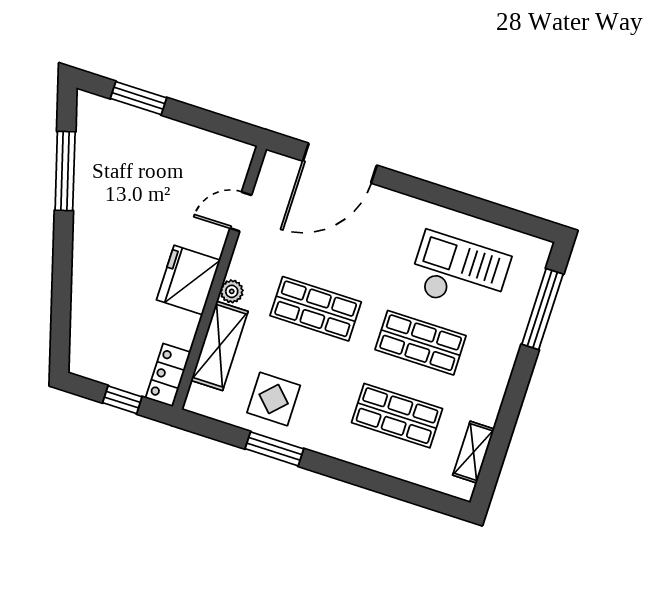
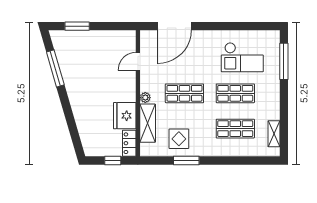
checkout: (459, 273) -> (242, 57), turned 180
fridge: (188, 280) -> (125, 116), moved

